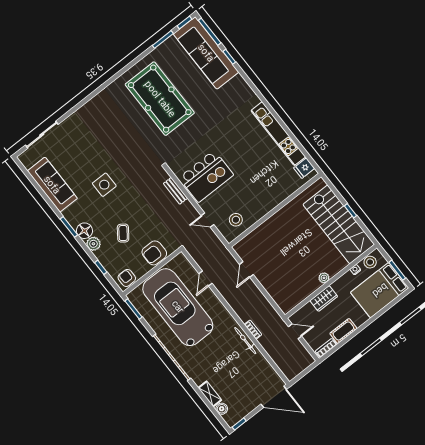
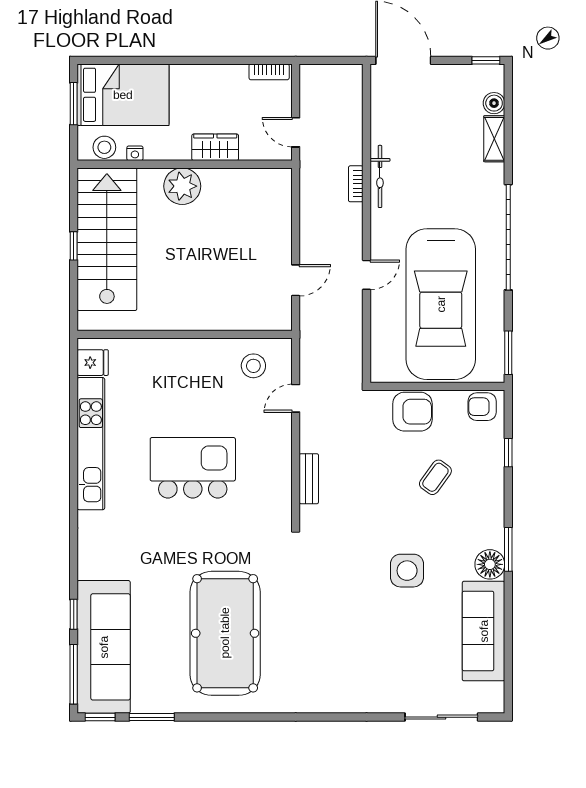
kitchen island: (206, 176) -> (193, 468), moved
door: (208, 220) -> (296, 398), swing flipped
floor lamp: (84, 231) -> (490, 564), moved
plant: (93, 244) -> (492, 496), removed
armchair: (127, 278) -> (482, 407), turned 90
plant: (324, 278) -> (182, 186), width x1.87, depth x1.87
door: (206, 279) -> (367, 275), moved
cot: (343, 331) -> (224, 77), removed

